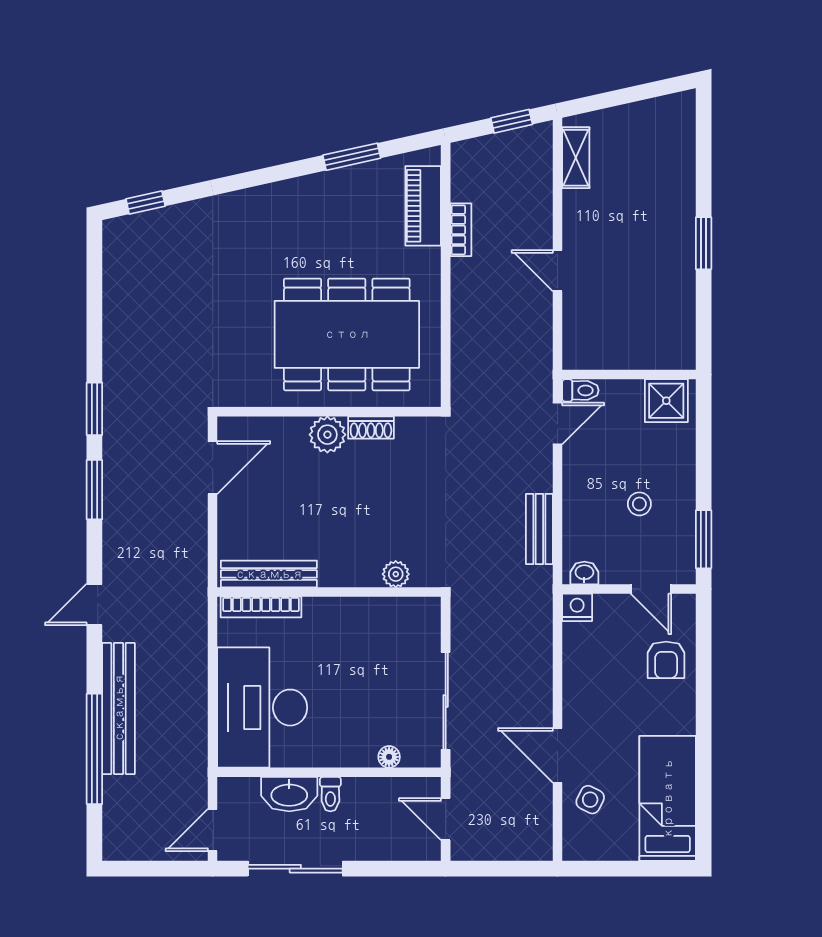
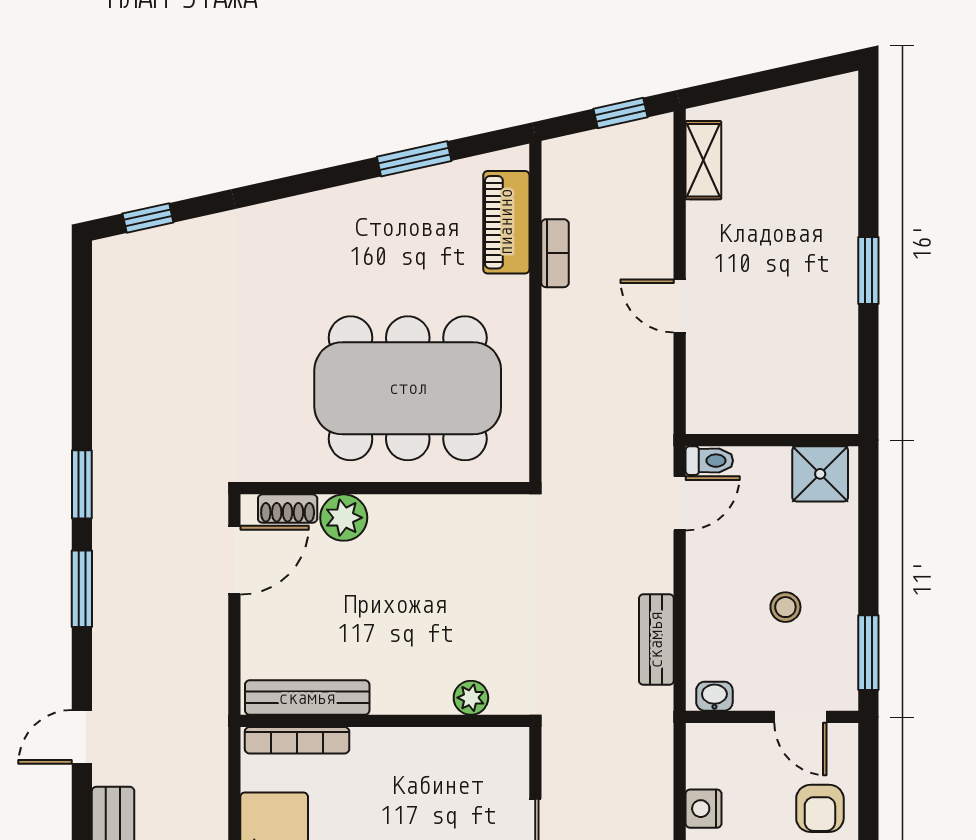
shoe rack: (371, 428) -> (288, 509), moved
plant: (327, 435) -> (344, 518), moved
nightstand: (577, 607) -> (704, 809), moved, turned -90

